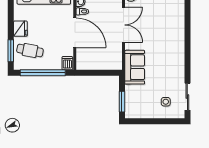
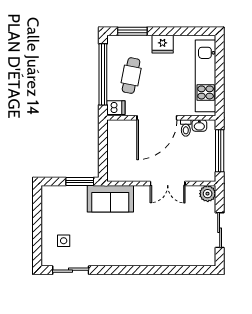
double door: (123, 25) -> (168, 184), width x0.73
cafe table: (30, 50) -> (131, 76), moved
window: (122, 102) -> (80, 182), moved

